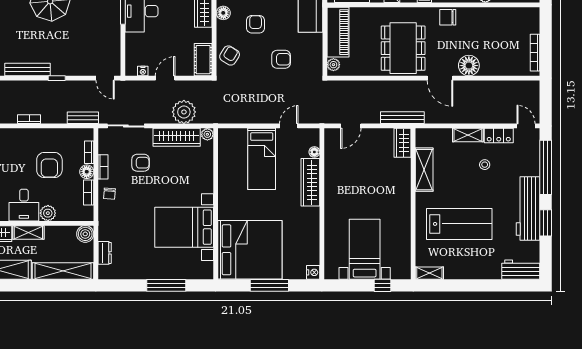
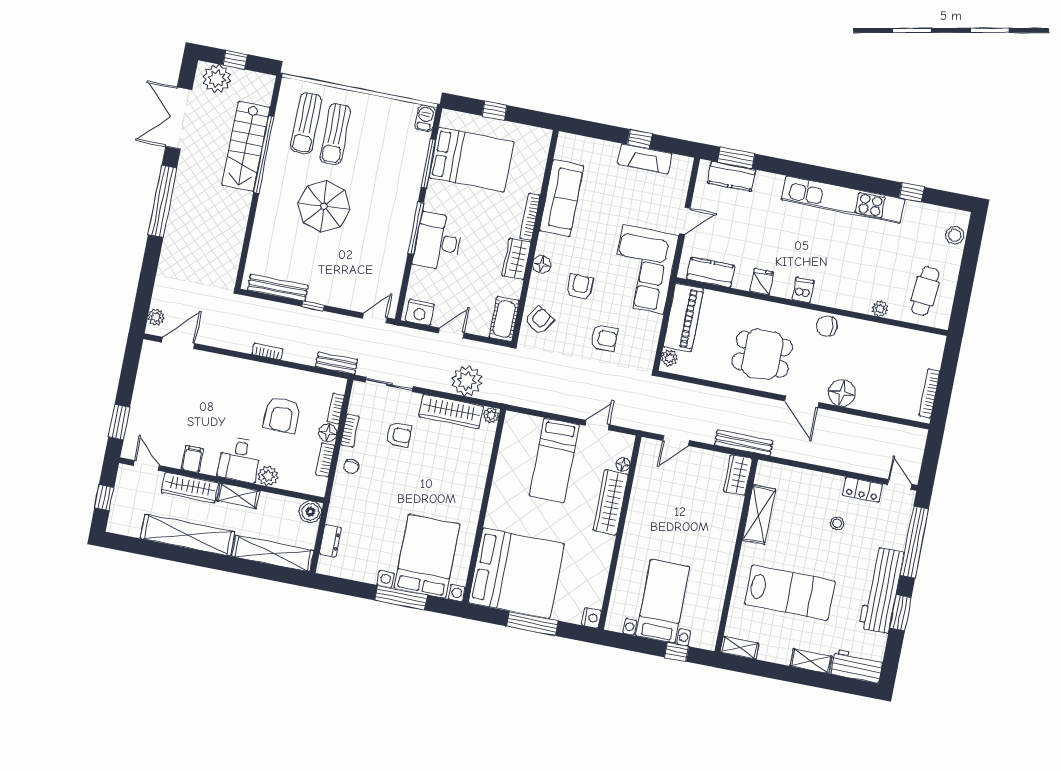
dining table: (403, 48) -> (762, 354), width x0.73
nightstand: (143, 71) -> (420, 312), width x1.89, depth x1.79
door: (105, 78) -> (375, 318), swing flipped
shelving: (468, 135) -> (811, 661), moved
bed with nightstands: (184, 227) -> (427, 556), moved, turned 90

